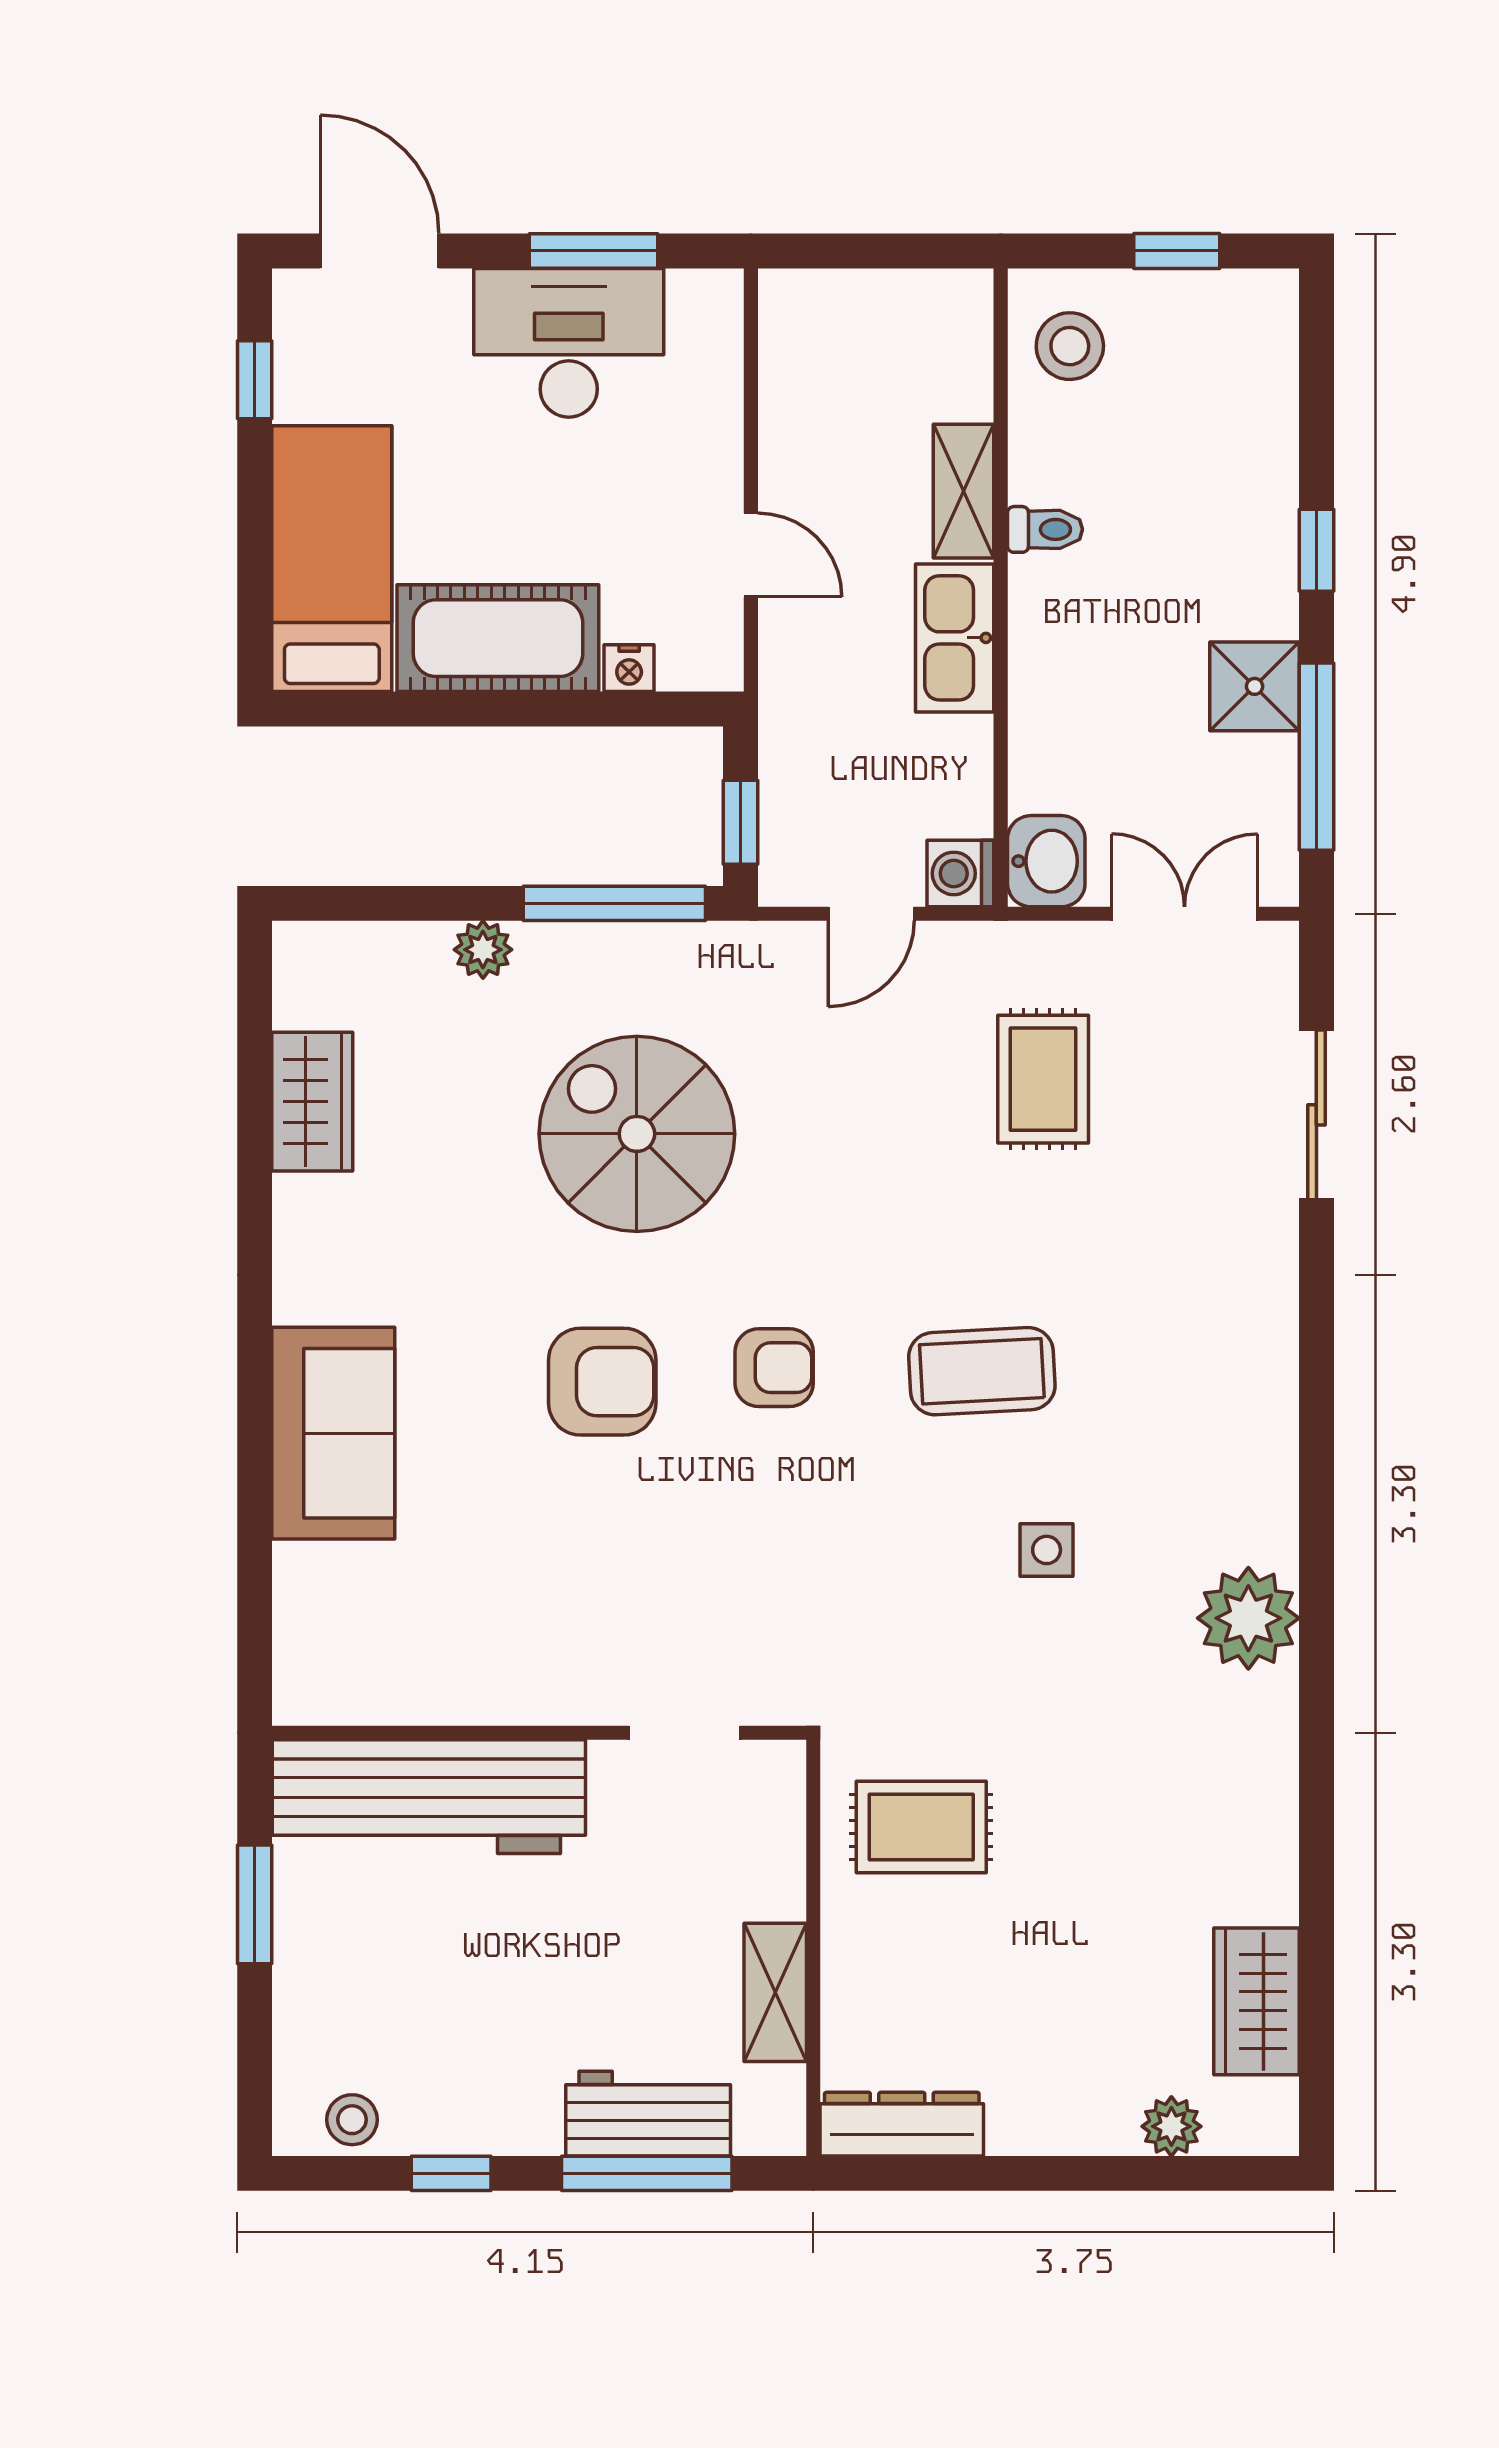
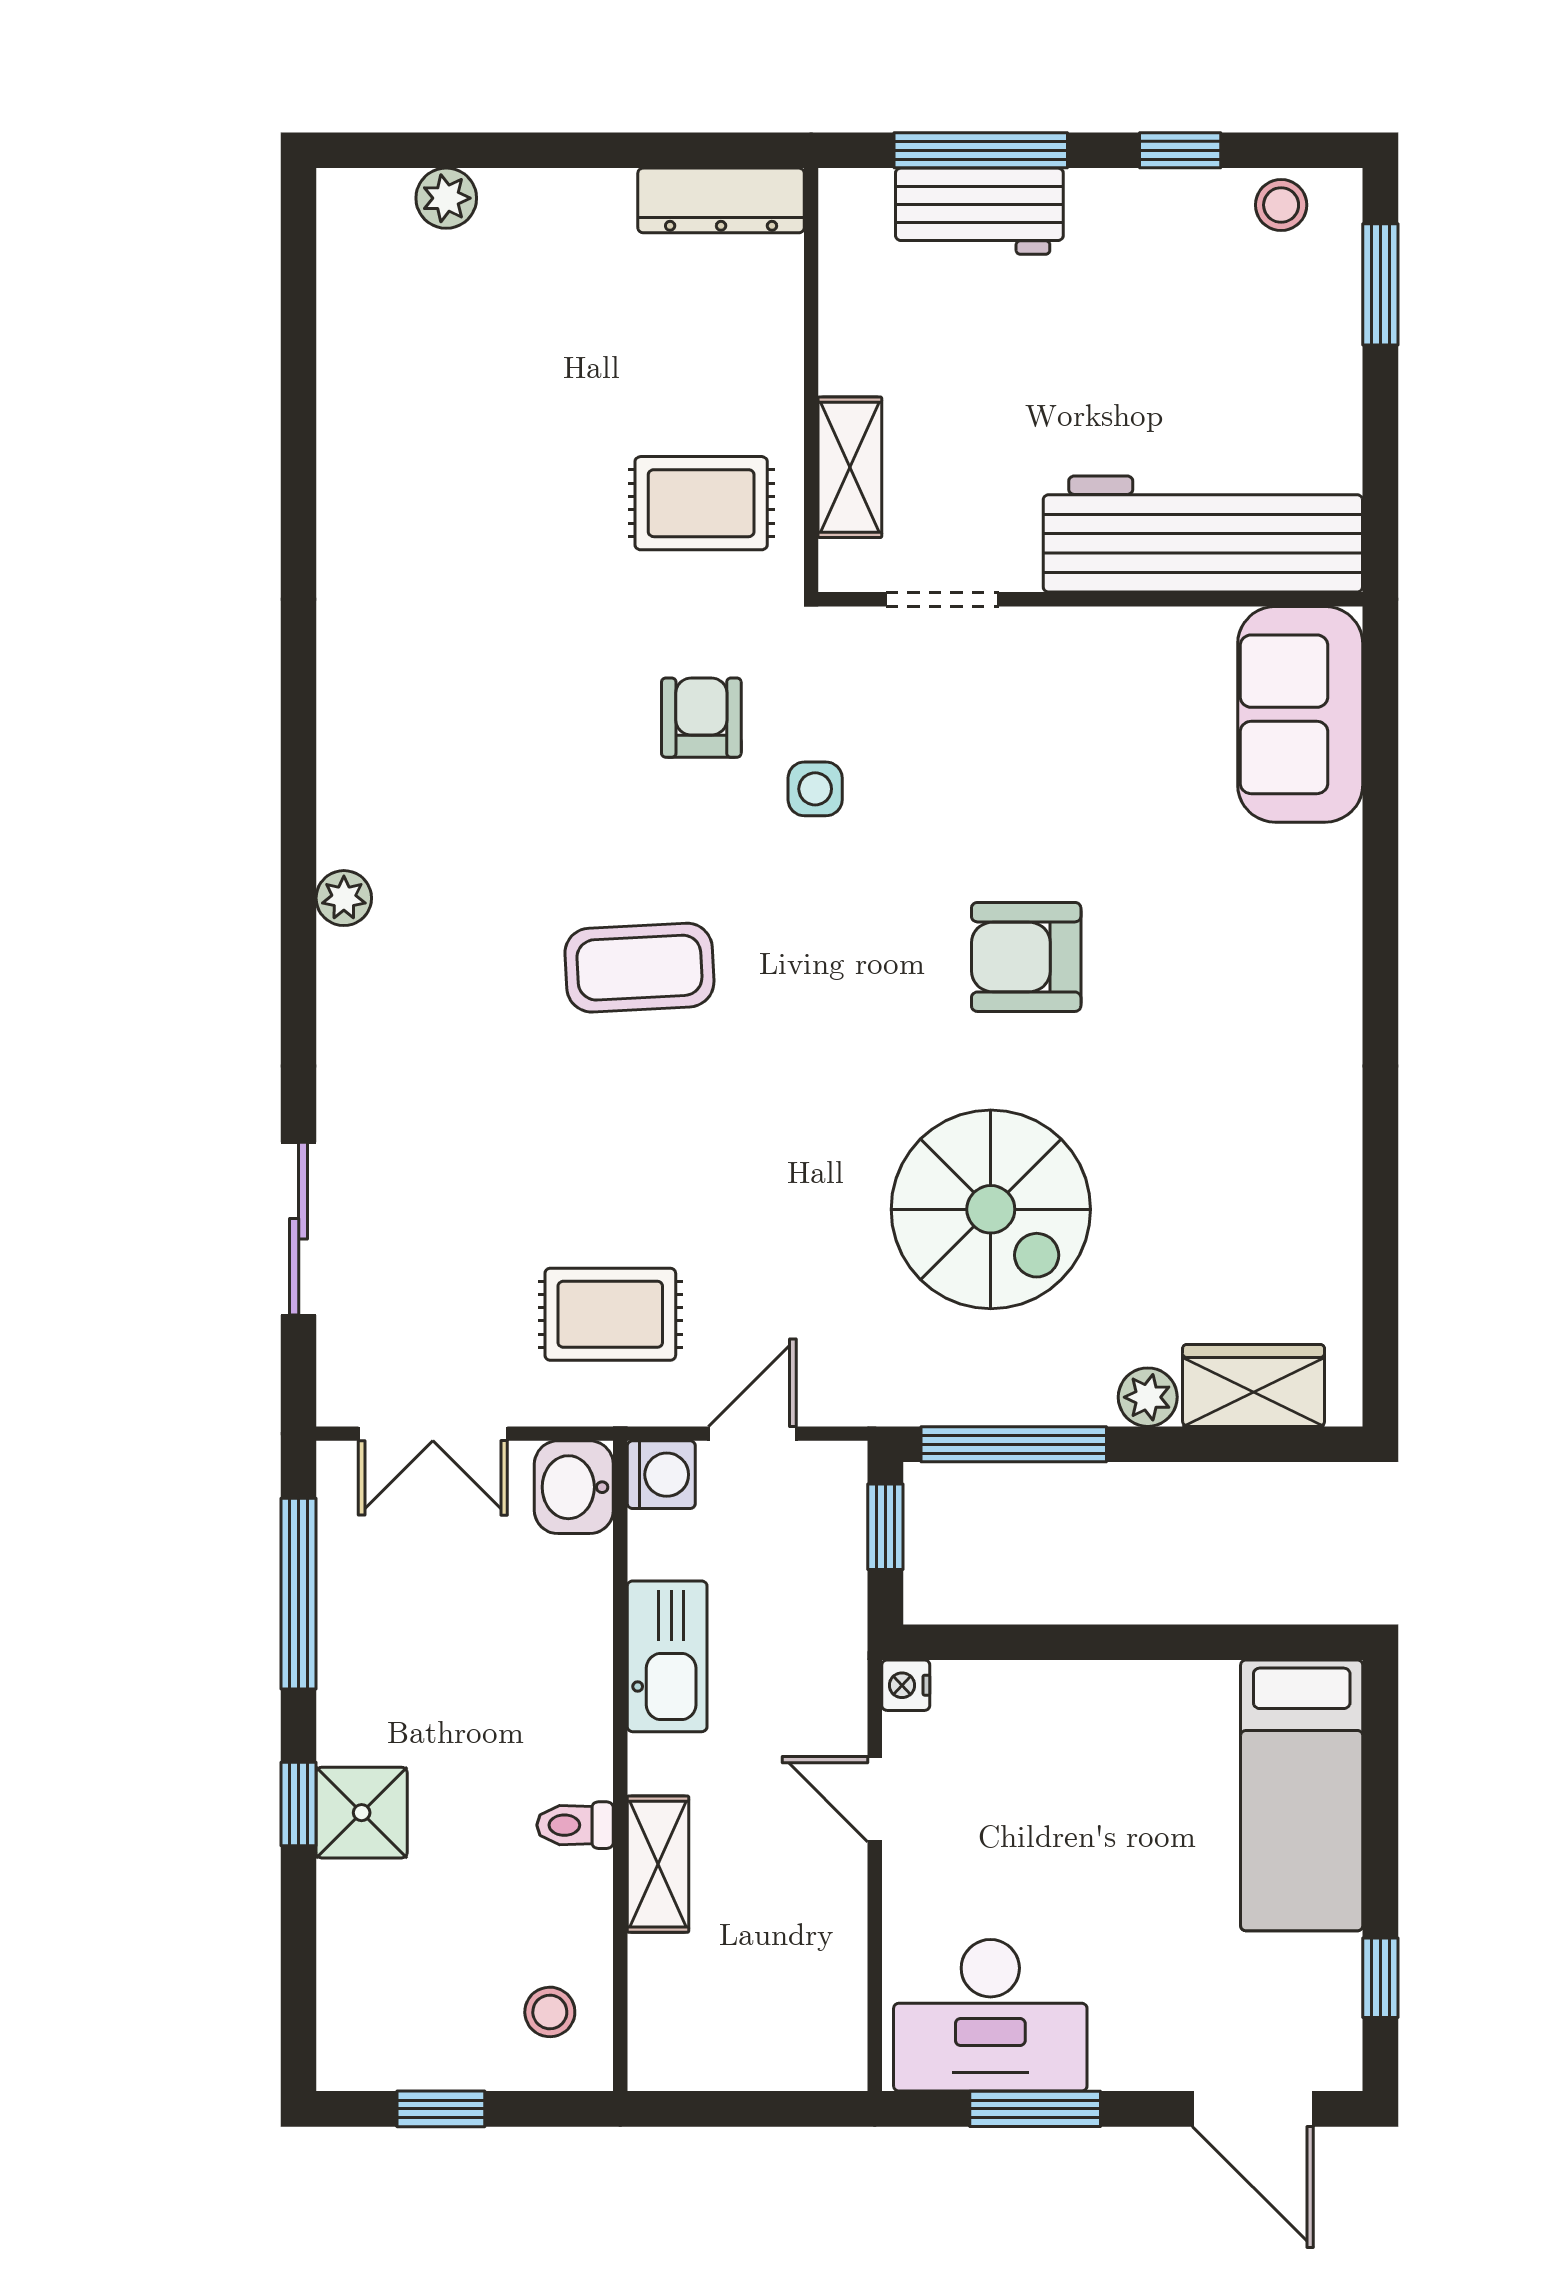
desk: (569, 343) -> (990, 2015), moved
stool: (1070, 346) -> (550, 2012), width x0.73, depth x0.73
cot: (498, 638) -> (1132, 1714), removed
kitchen sink: (955, 638) -> (667, 1656), moved
nightstand: (629, 668) -> (906, 1685), moved, turned -90
shower: (1255, 686) -> (362, 1813), moved
rug: (1043, 1079) -> (610, 1314), moved, turned 90
wardrobe: (312, 1102) -> (1254, 1385), moved, turned 90
armchair: (774, 1368) -> (701, 718), moved, turned 90
sofa: (333, 1433) -> (1300, 714), moved
side table: (1047, 1550) -> (815, 789), moved
plant: (1248, 1618) -> (344, 898), moved, width x0.53, depth x0.53
window: (255, 1904) -> (1380, 284), moved
shelving: (775, 1992) -> (850, 467), moved
wardrobe: (1256, 2001) -> (360, 325), removed

